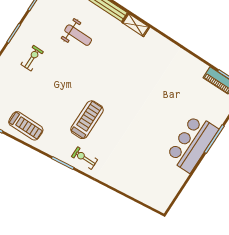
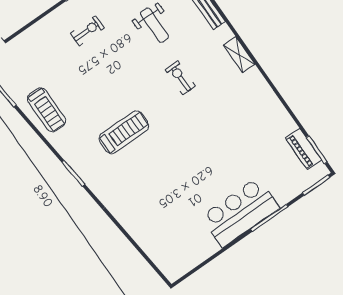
shelving: (136, 25) -> (239, 55), moved
exercise bike: (84, 158) -> (180, 78), moved

